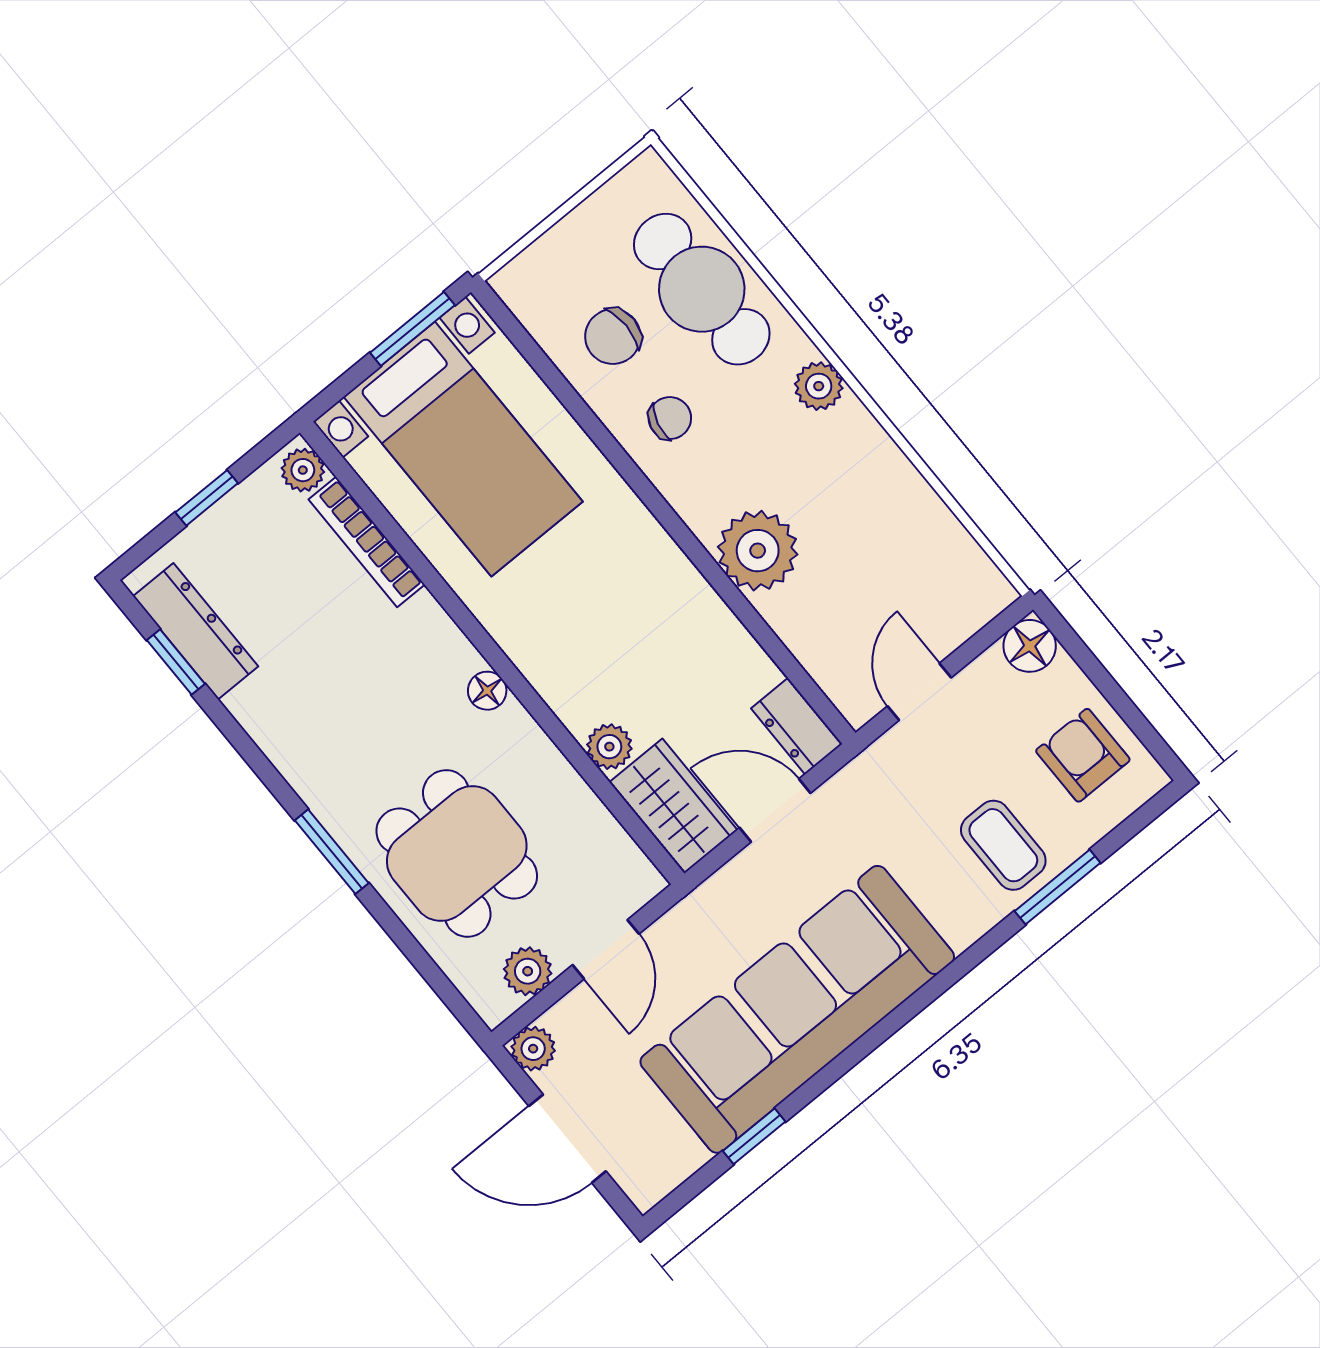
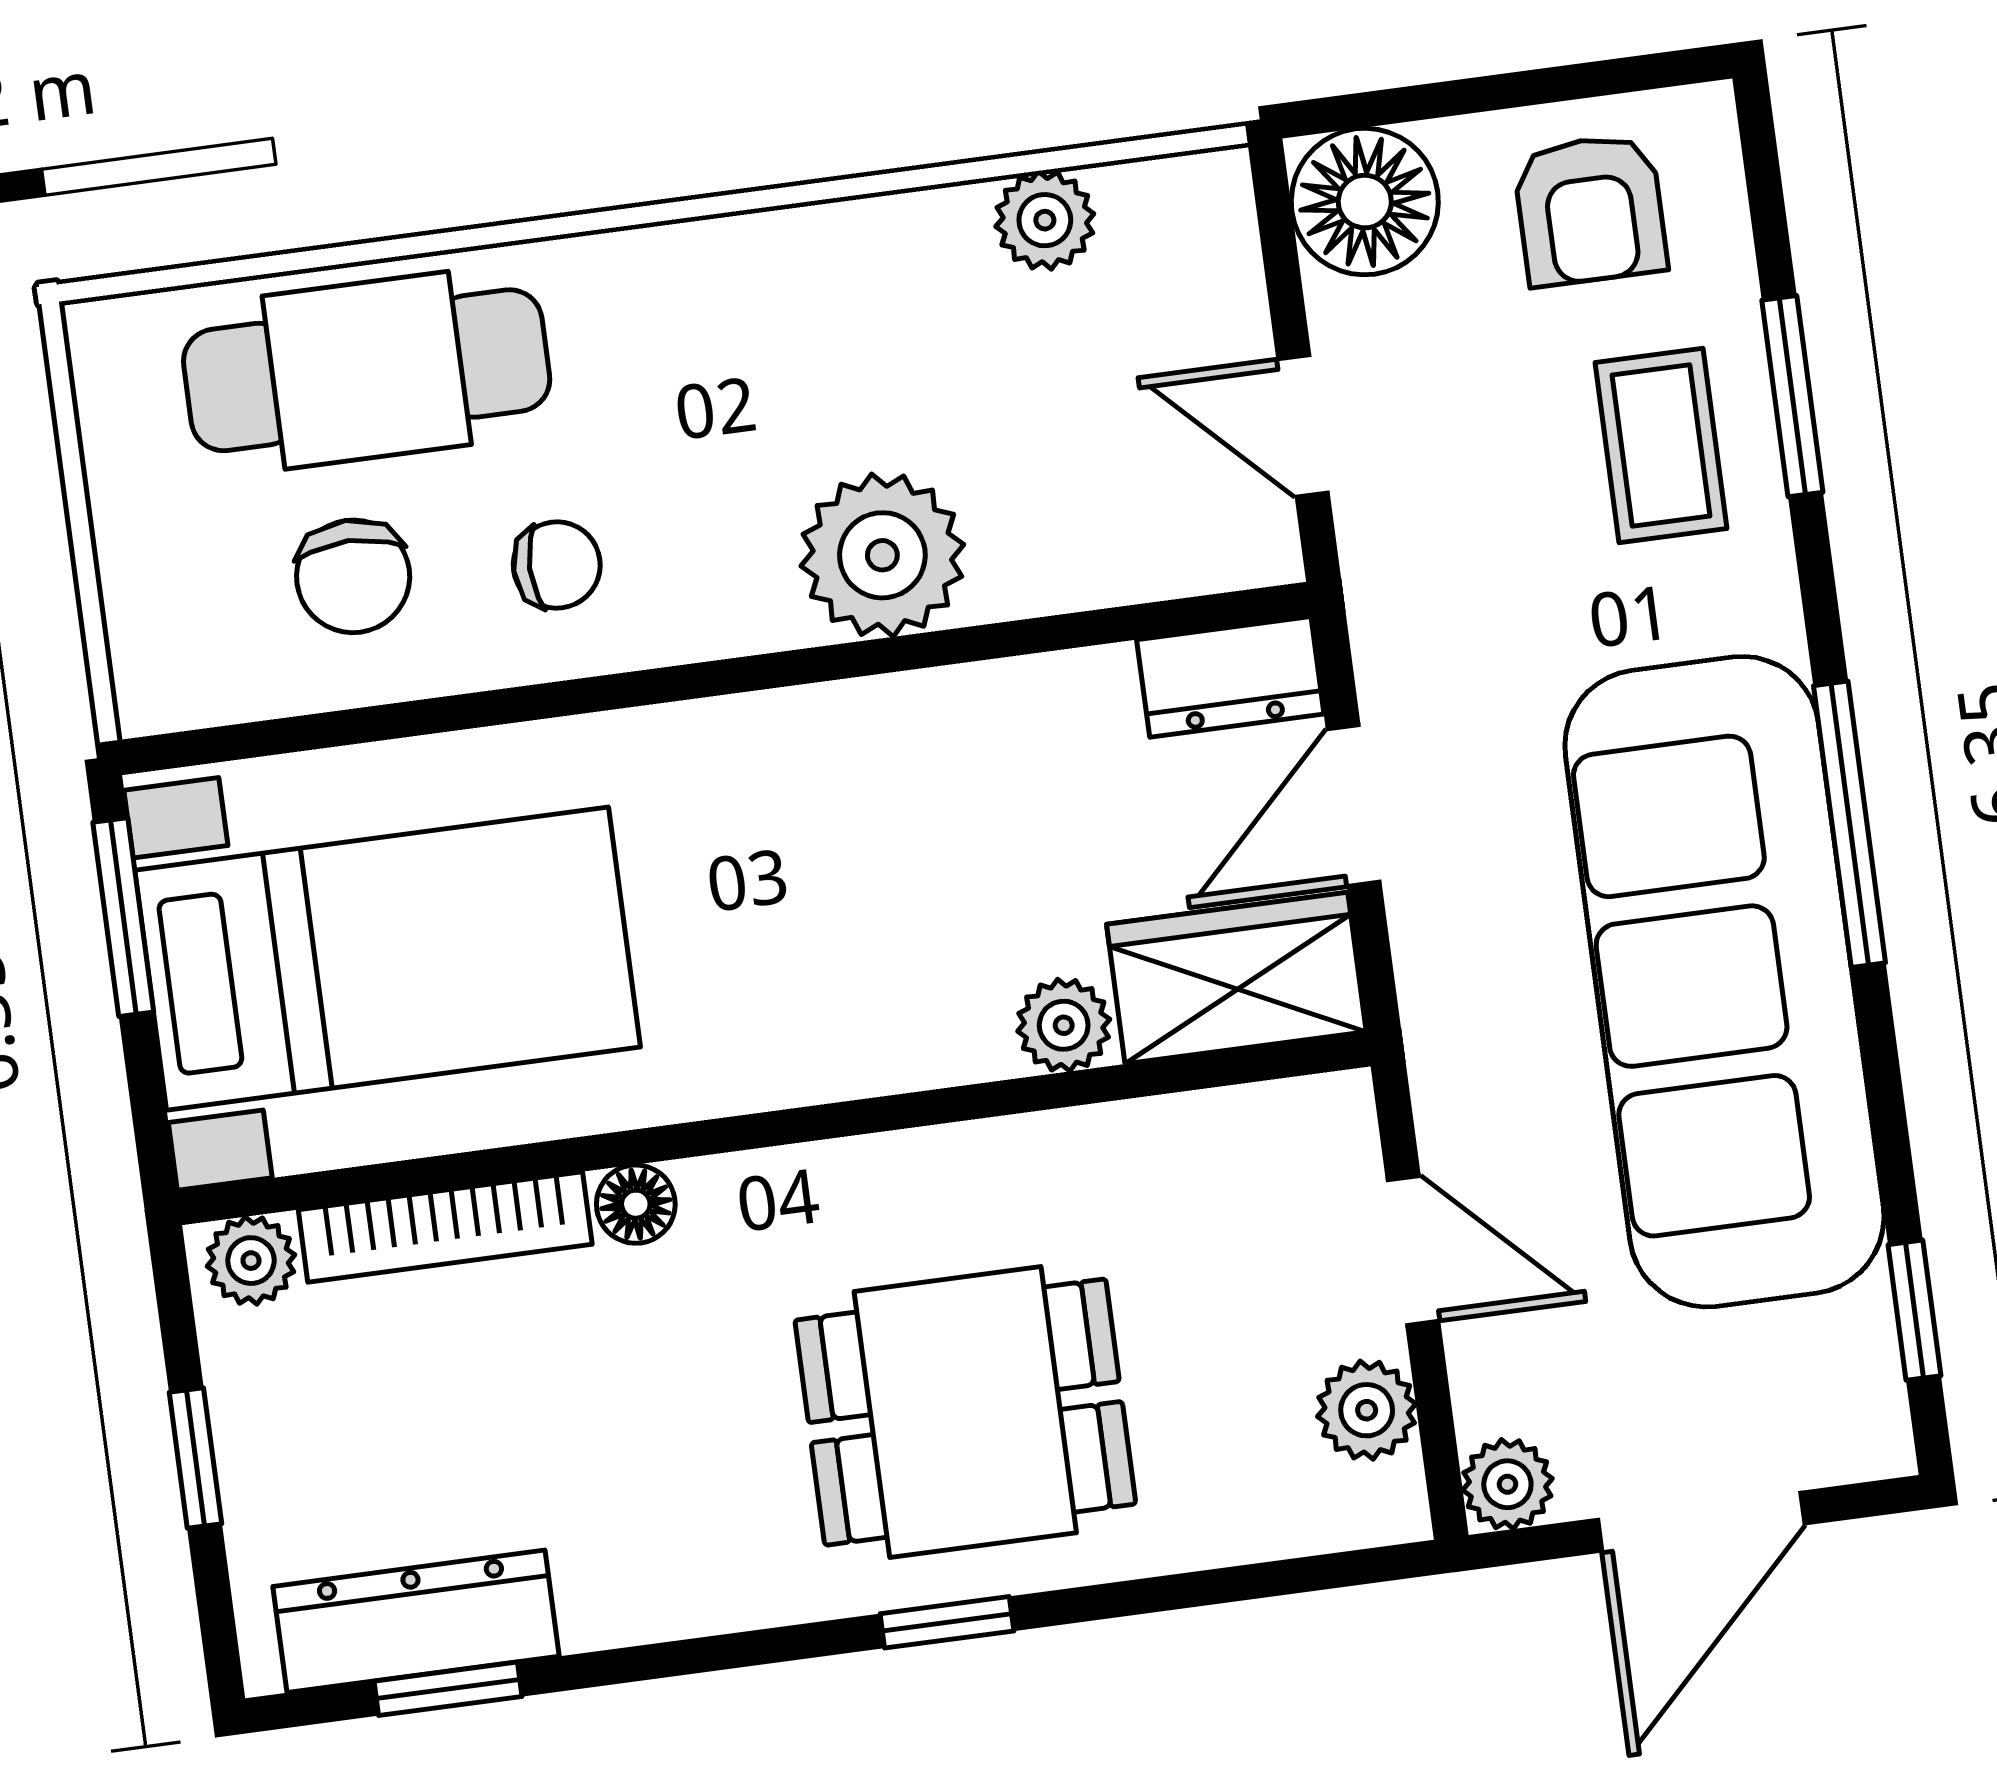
plant: (819, 386) -> (1045, 220), moved
chair: (670, 418) -> (557, 565), turned 76
floor lamp: (1030, 646) -> (1365, 202), width x1.38, depth x1.38
floor lamp: (487, 691) -> (636, 1204), moved
armchair: (1083, 755) -> (1590, 210), turned -90
coffee table: (1003, 845) -> (1661, 446), turned 90
window: (332, 852) -> (947, 1622), width x0.67
dining table: (457, 853) -> (965, 1412), moved
window: (895, 1021) -> (1850, 824), added
window: (754, 1136) -> (1914, 1310), moved

